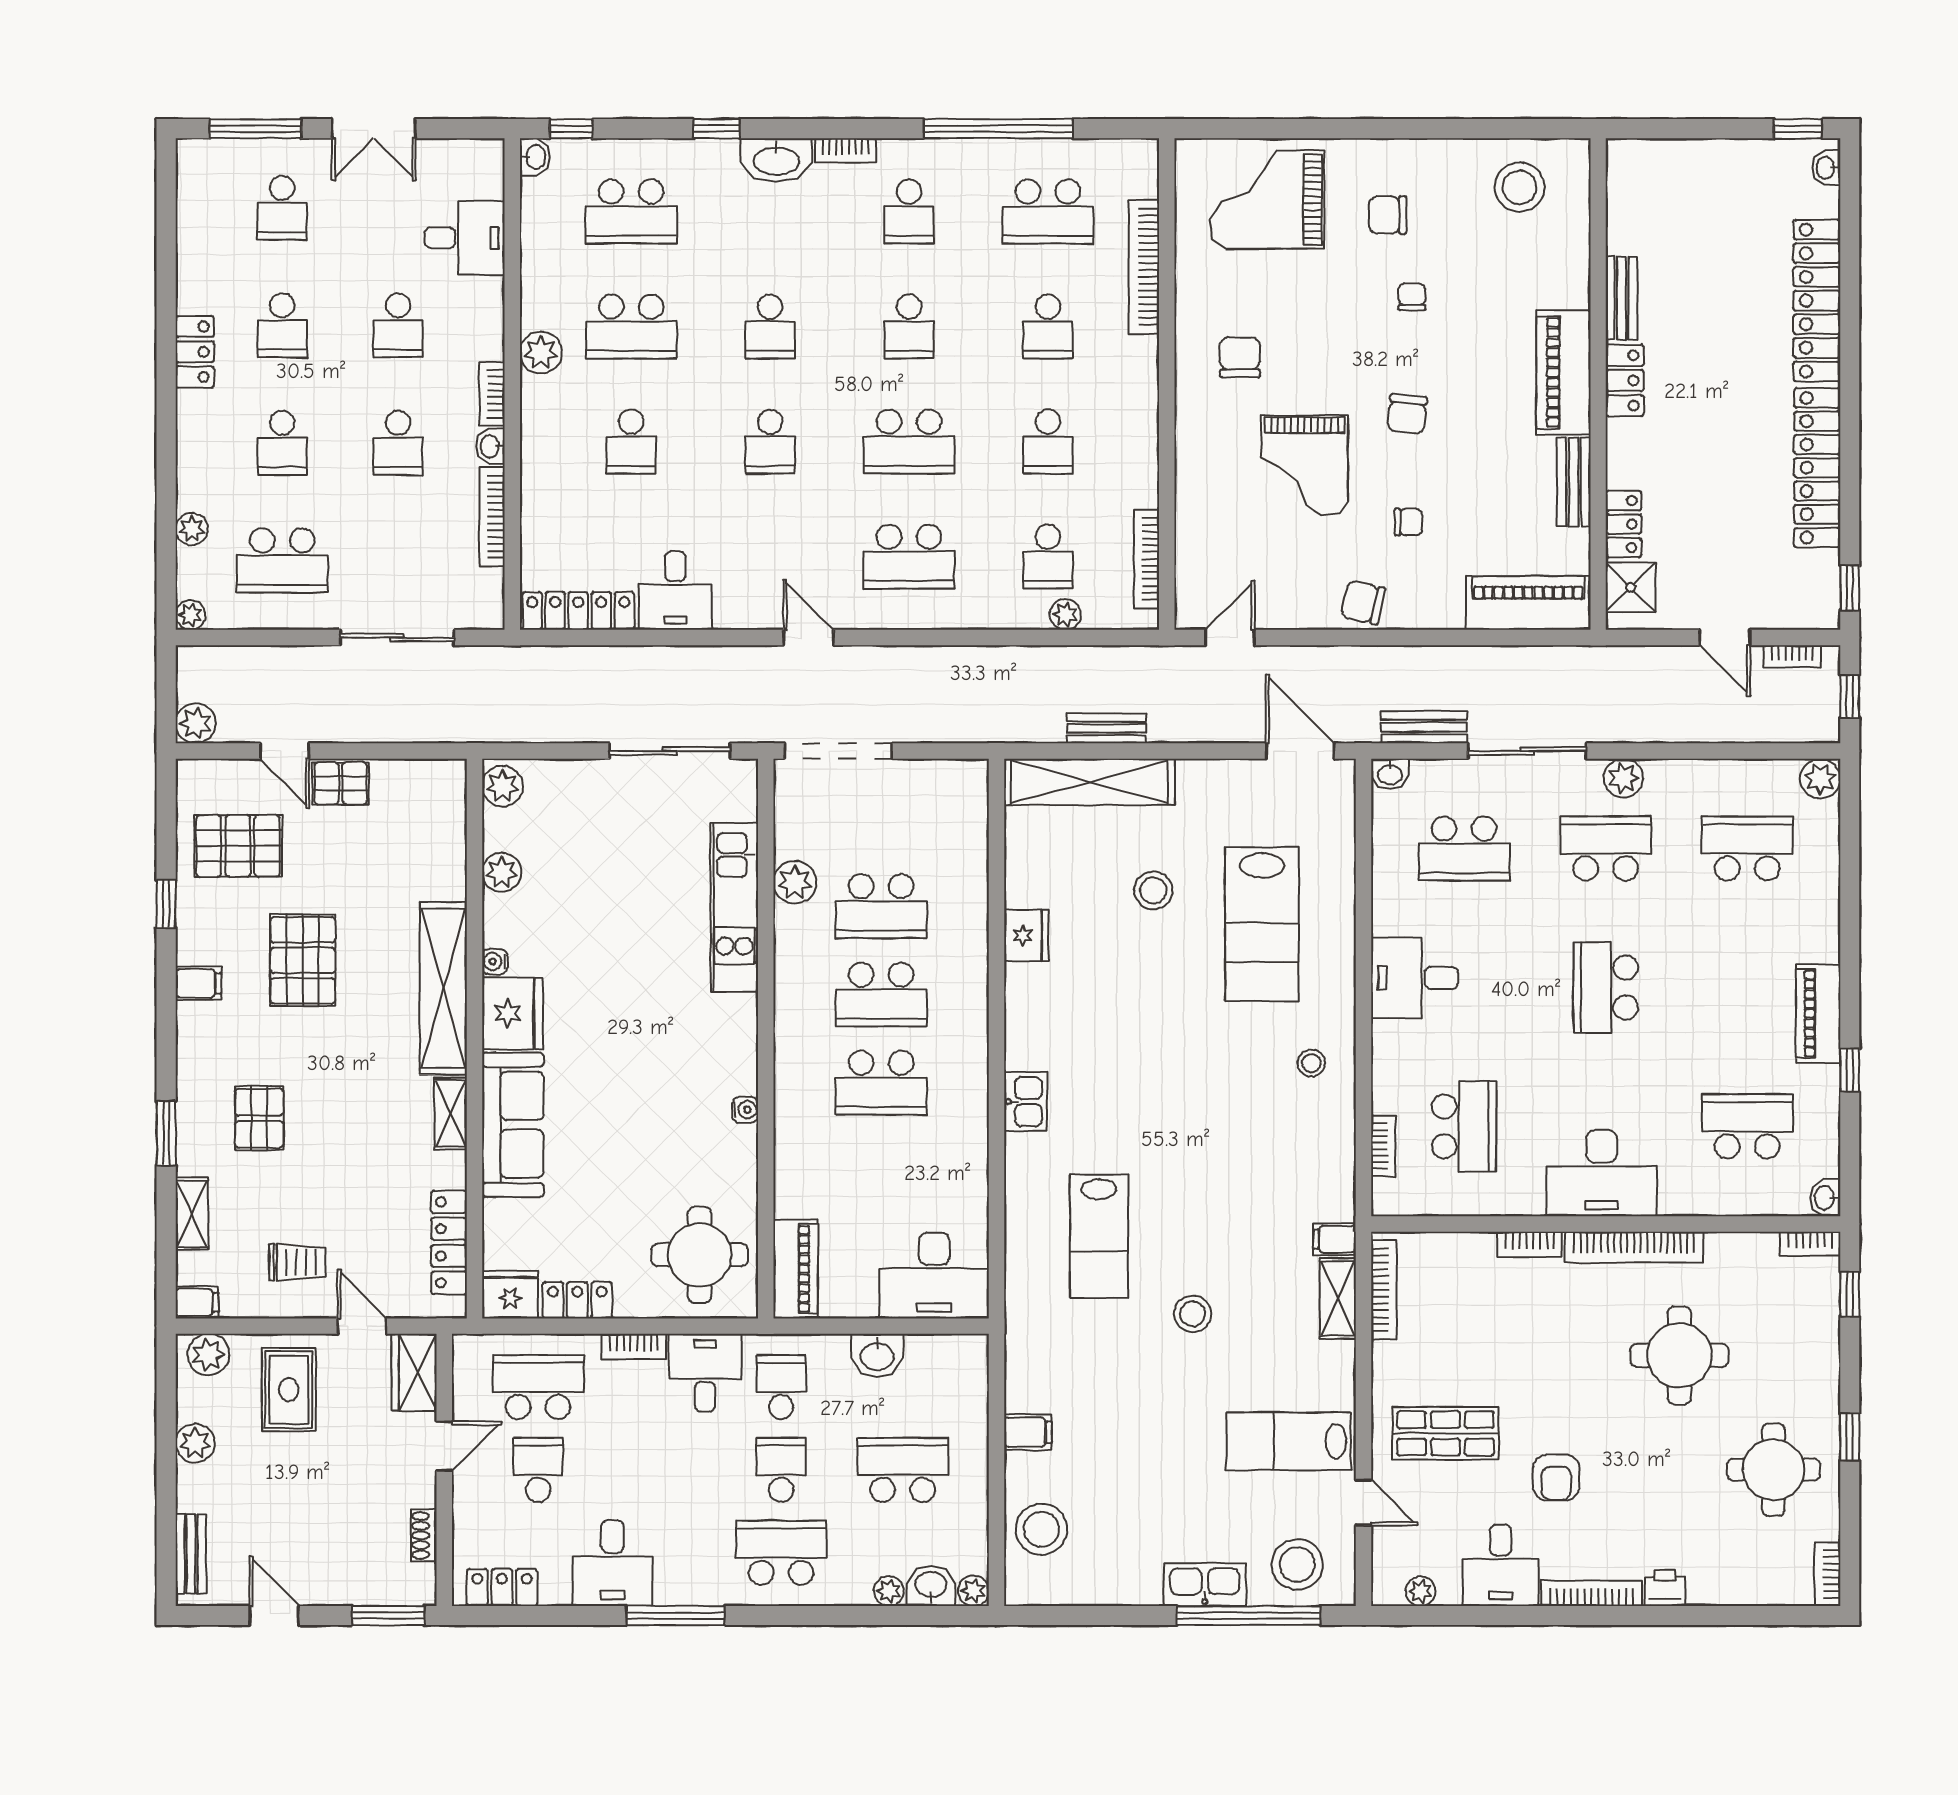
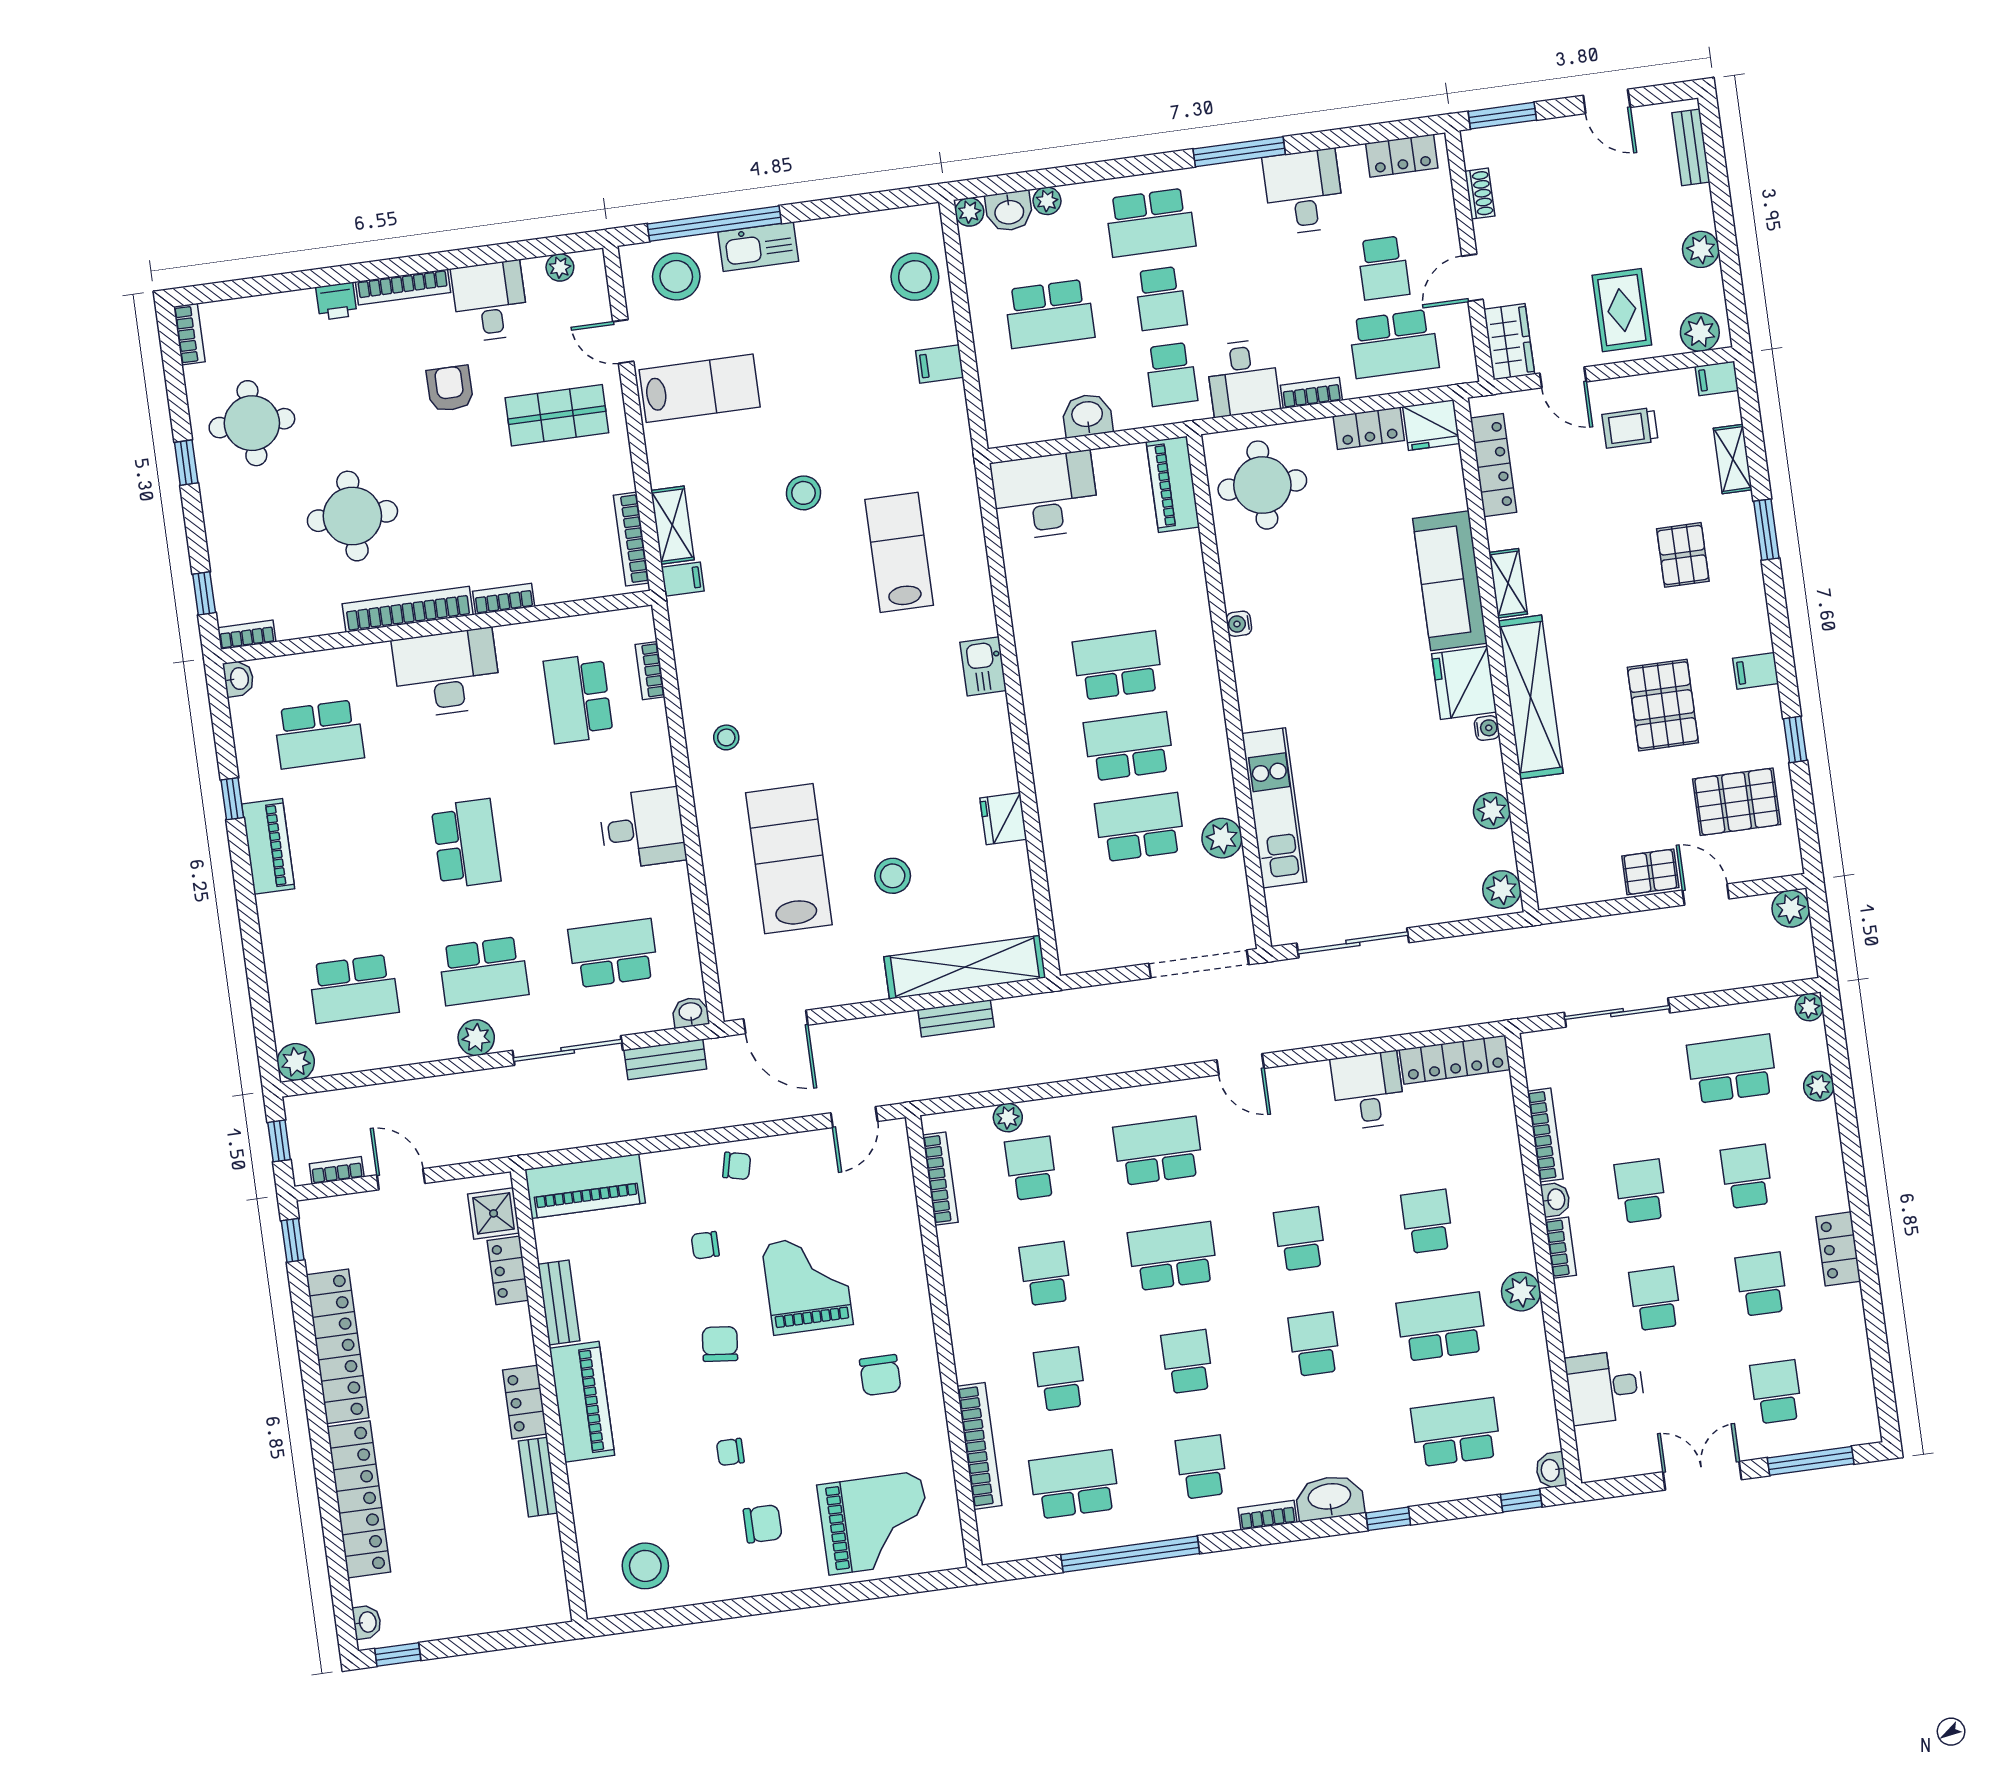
chair: (1412, 297) -> (730, 1452), turned 90
chair: (1363, 603) -> (737, 1166), width x0.73, depth x0.73

